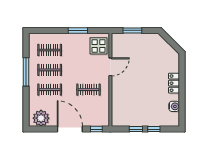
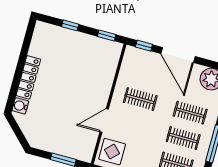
locker: (174, 83) -> (28, 77), width x1.53
water cooler: (174, 106) -> (20, 106), moved
window: (136, 129) -> (107, 35), moved

